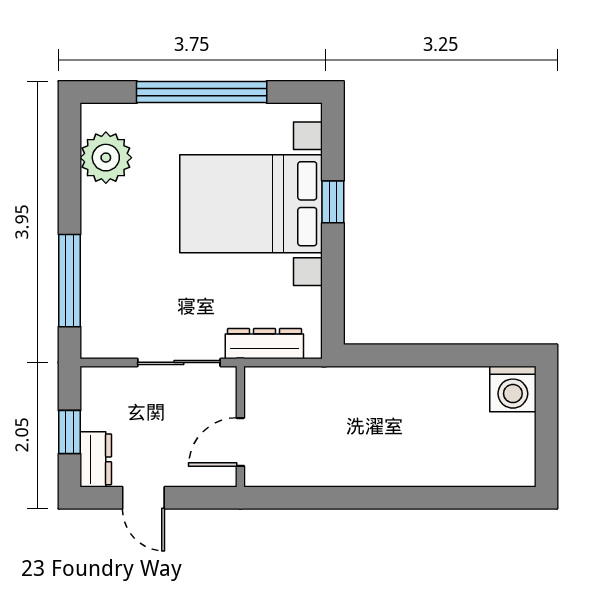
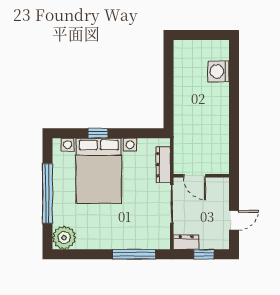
plant: (106, 158) -> (64, 238), moved
washing machine: (513, 389) -> (219, 71), moved, turned 180
door: (240, 442) -> (195, 176), moved
dresser: (96, 459) -> (186, 242), moved

